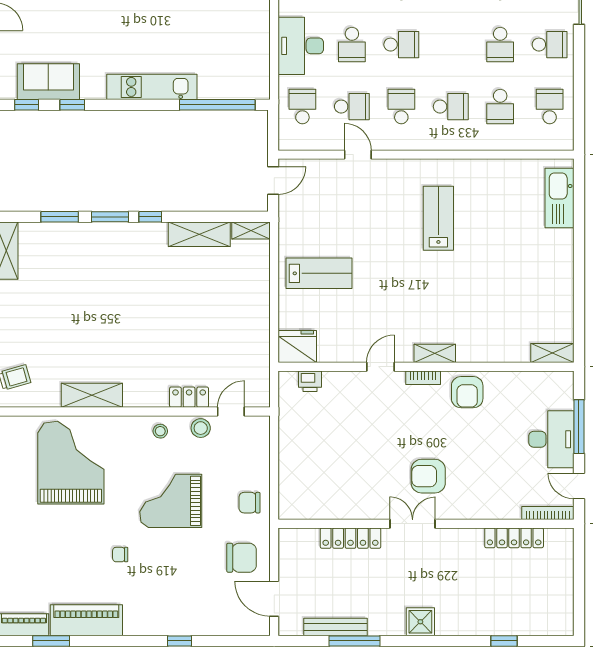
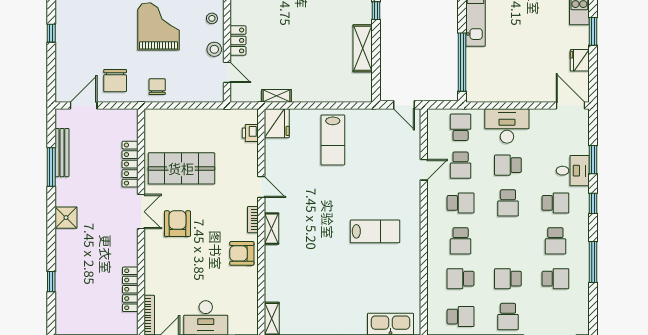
school desk: (302, 107) -> (461, 127), turned -90
shelving: (251, 231) -> (277, 96), moved, turned 90
shop shelf: (356, 471) -> (181, 168), added

